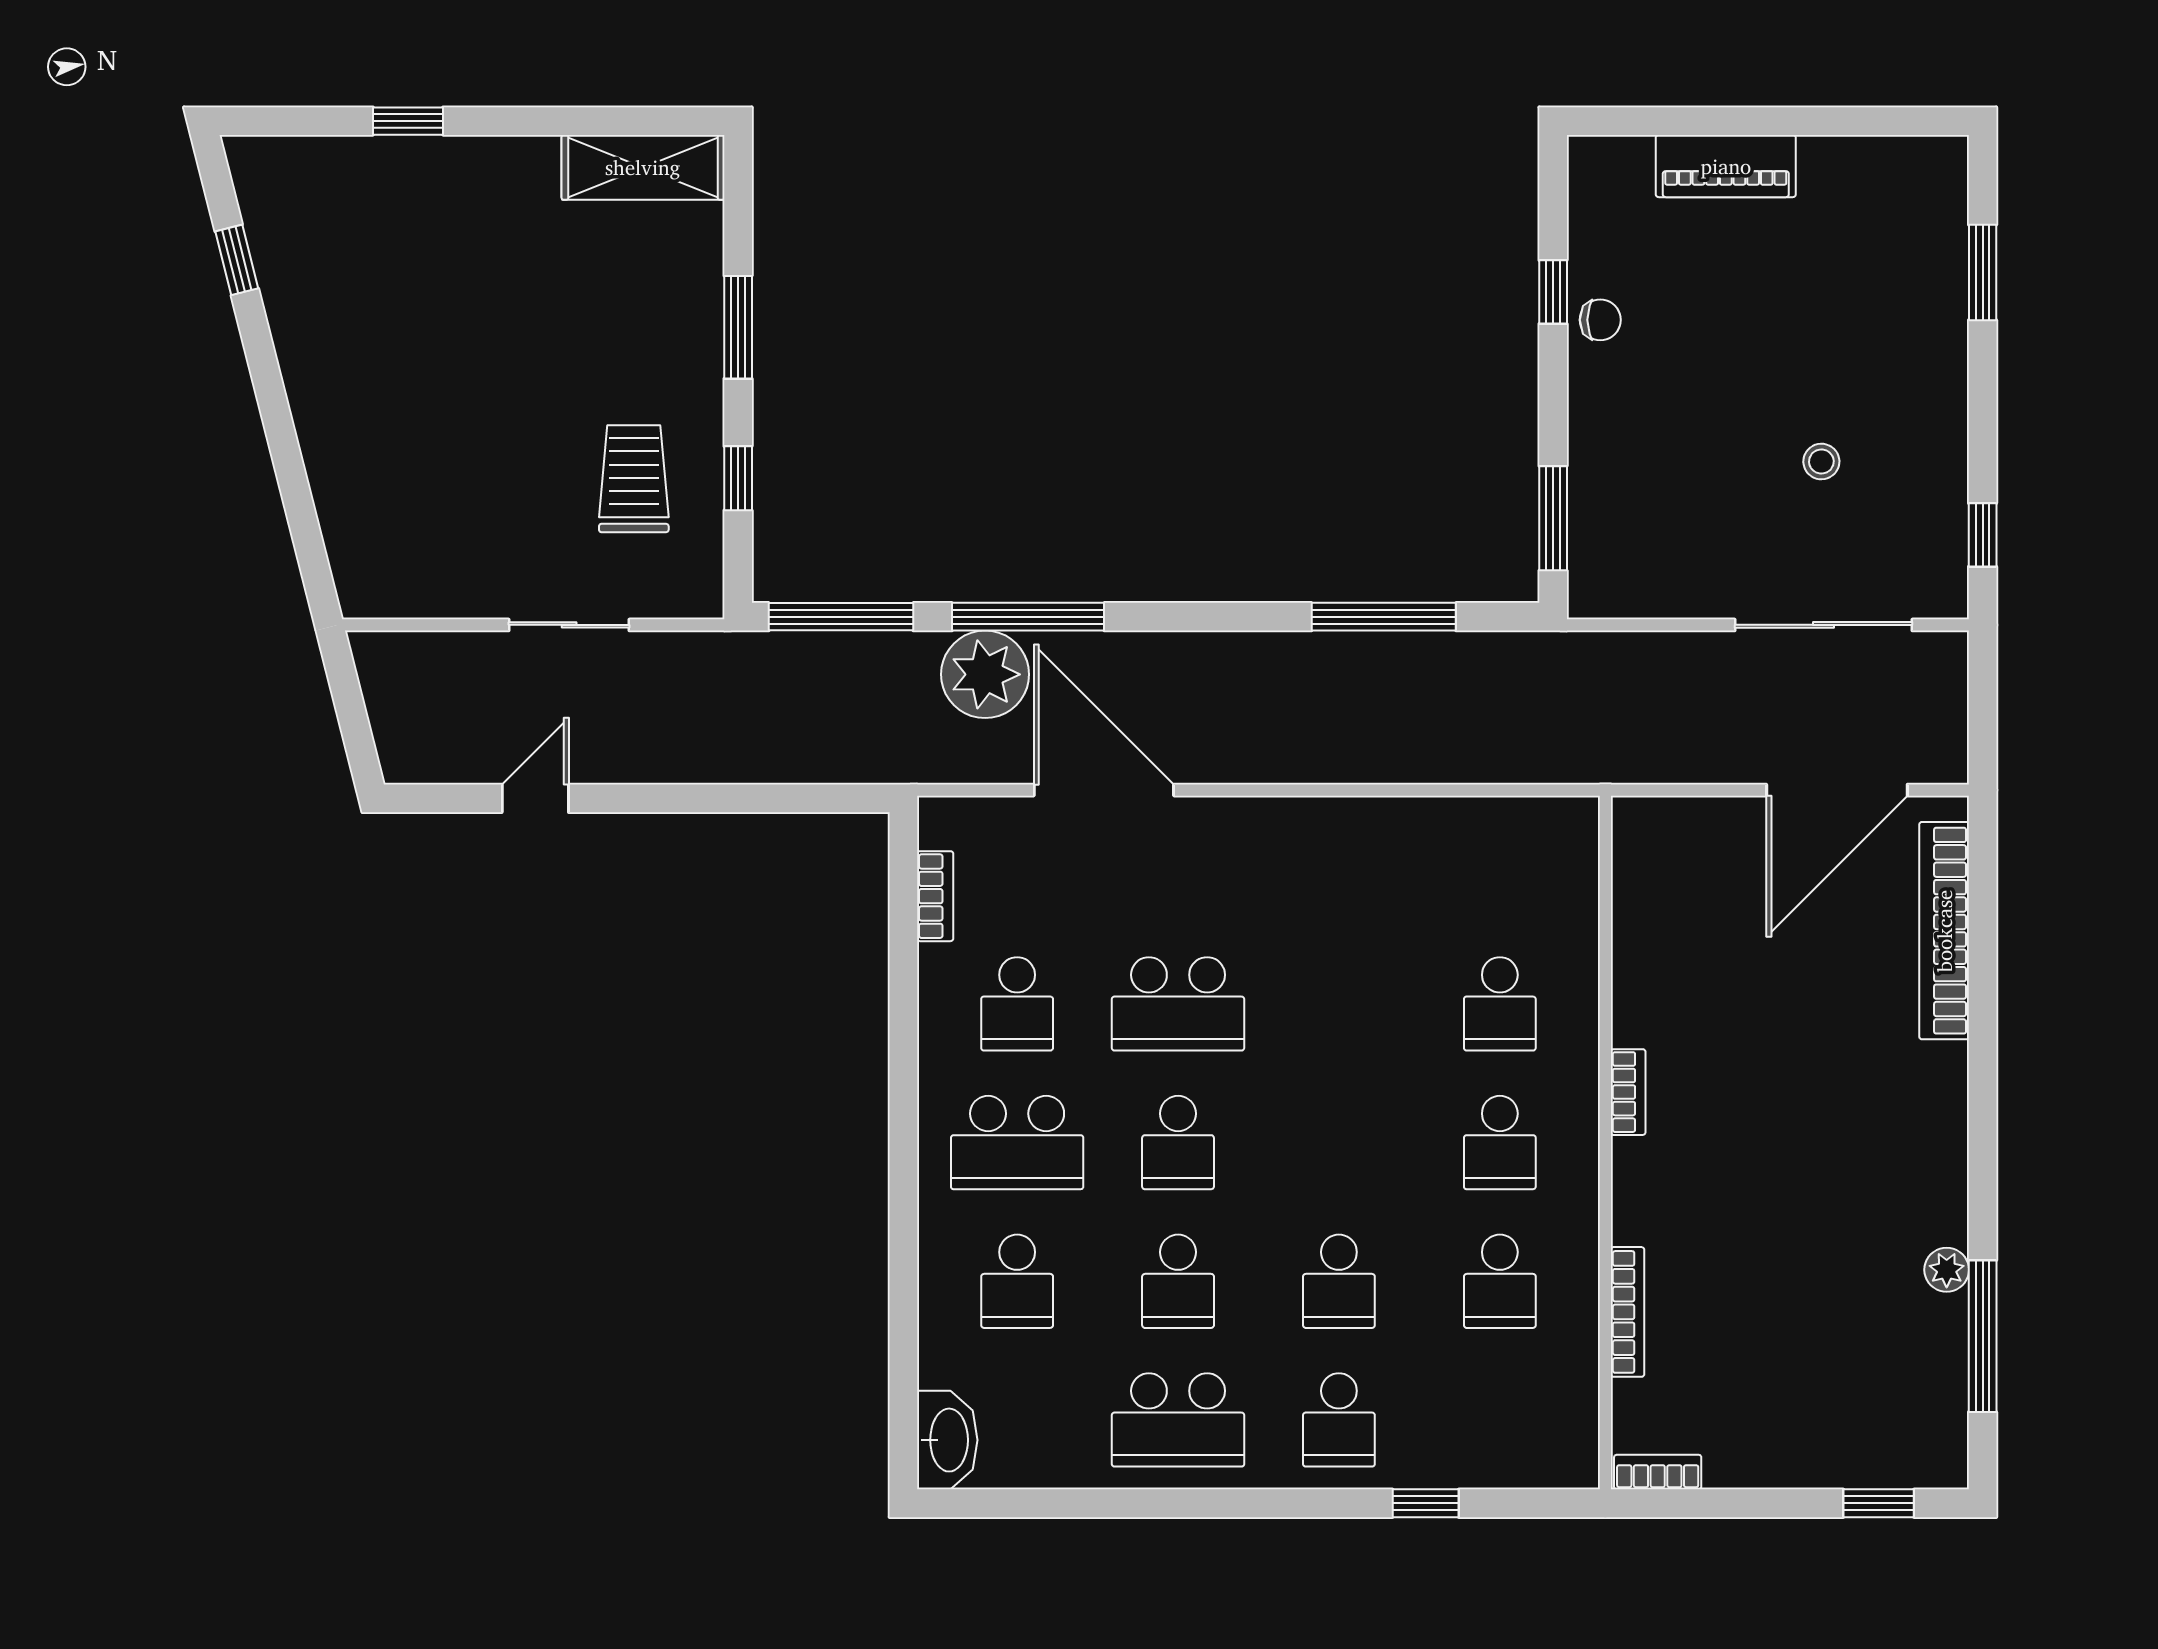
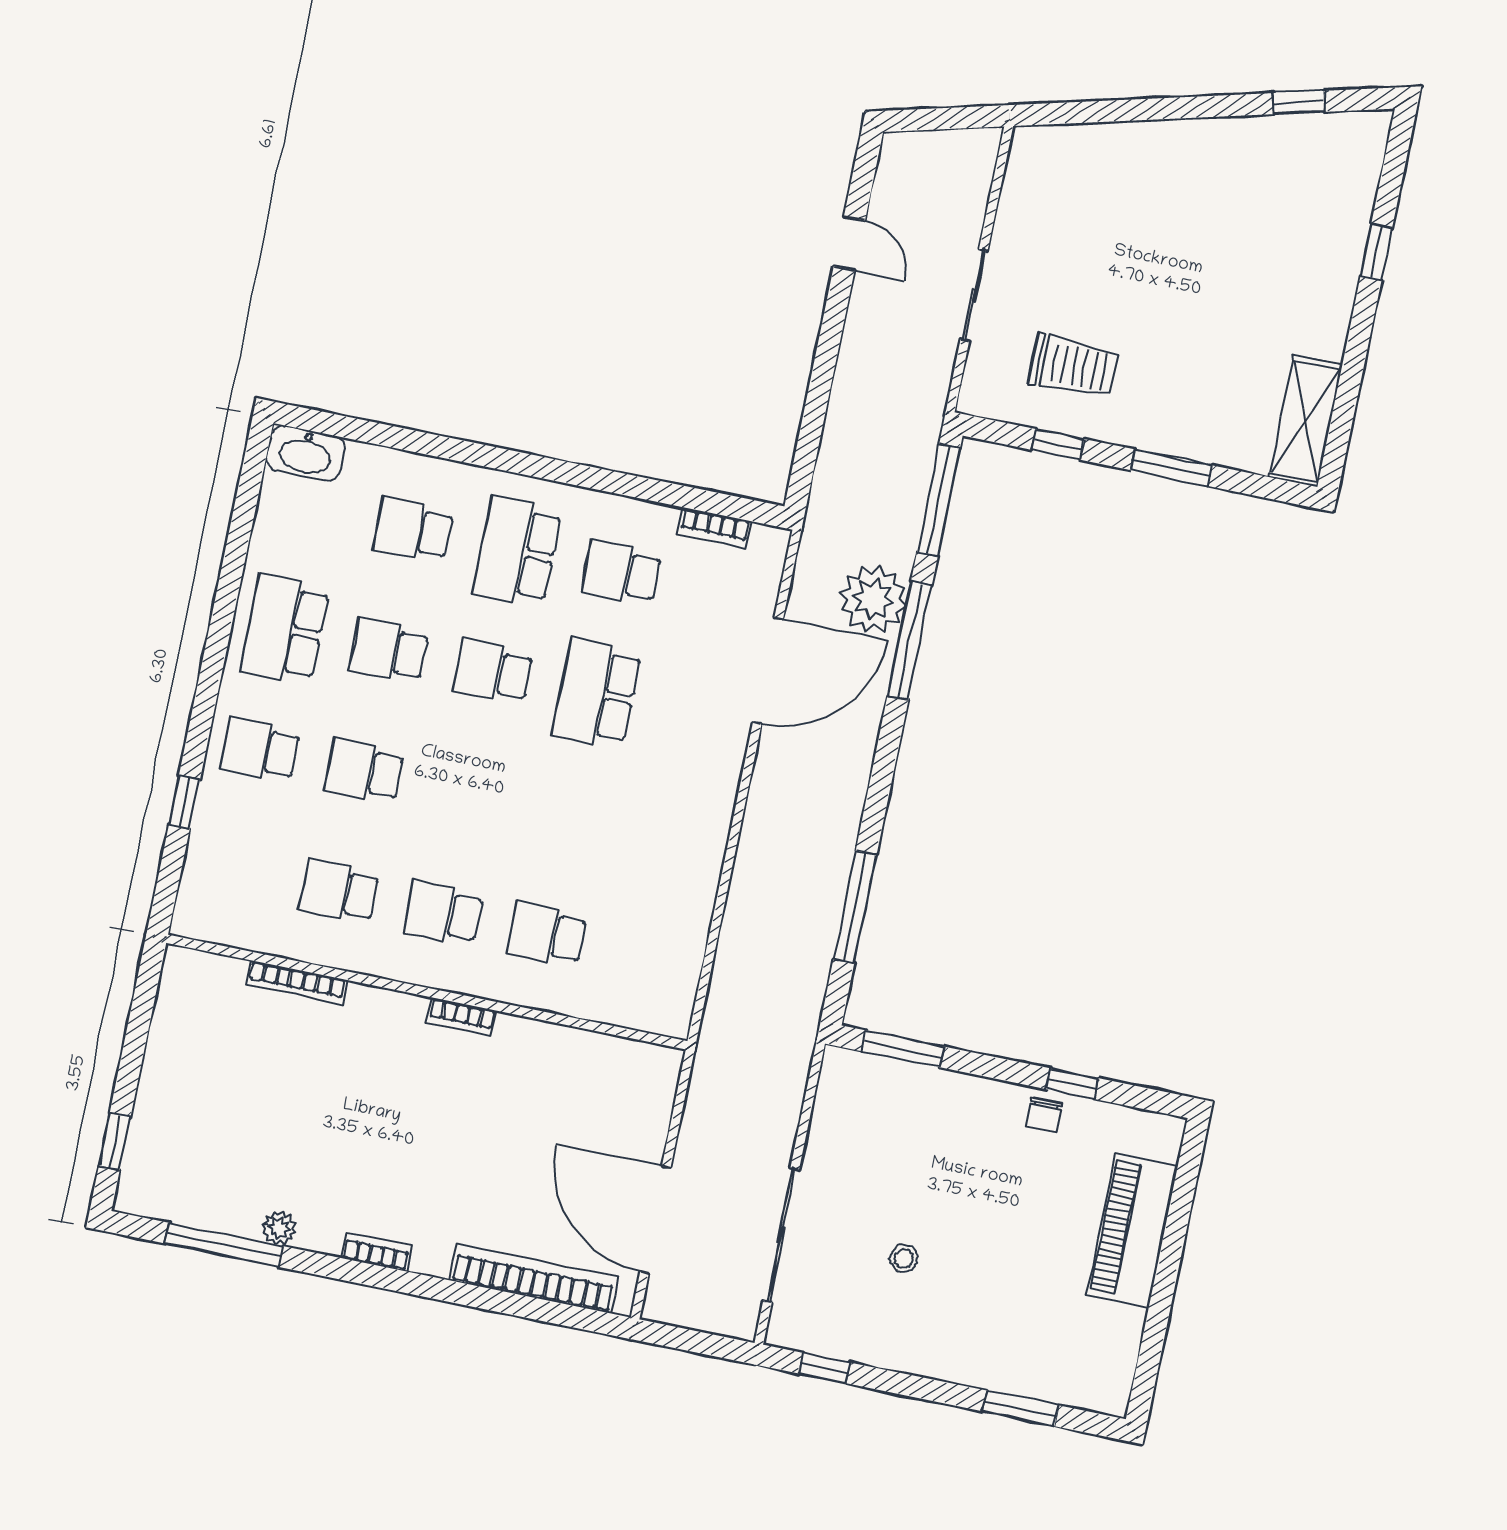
piano: (1726, 166) -> (1132, 1231), width x1.37, depth x1.33
bookcase: (1658, 1472) -> (376, 1252), moved, turned -90

